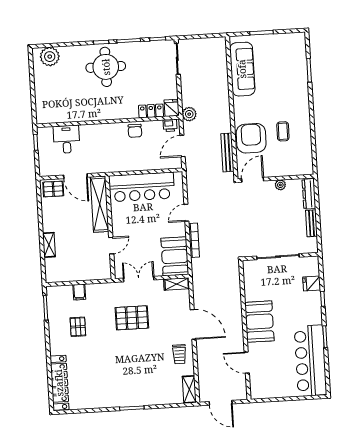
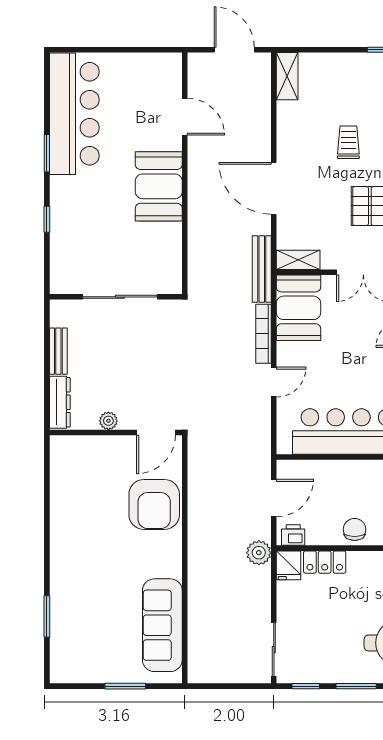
coffee table: (283, 131) -> (98, 513), removed
bench: (227, 153) -> (262, 269), moved
fridge: (312, 283) -> (64, 247), removed
trolley: (179, 354) -> (348, 142), moved

